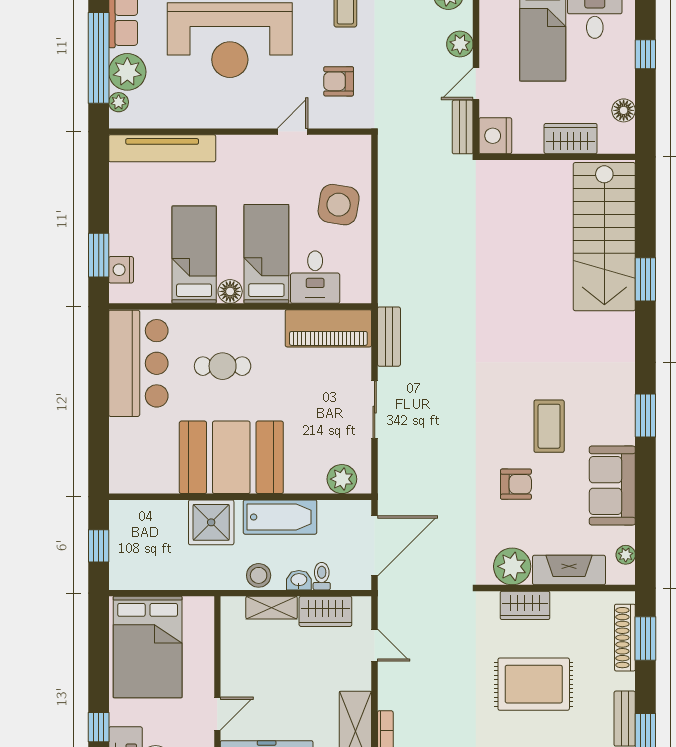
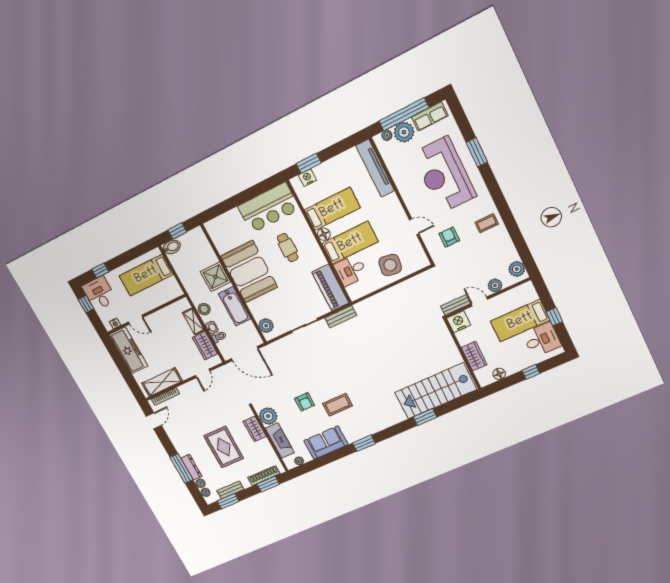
bidet: (121, 572) -> (172, 247), added
bed: (148, 647) -> (146, 275), width x0.67

